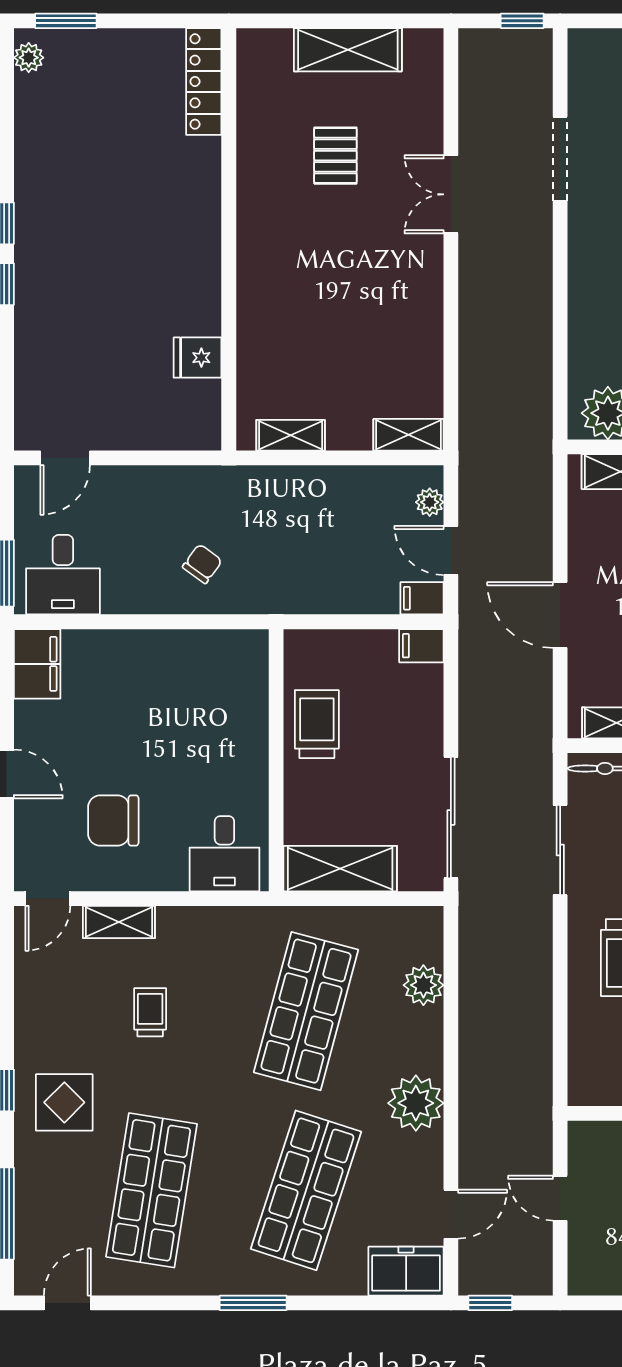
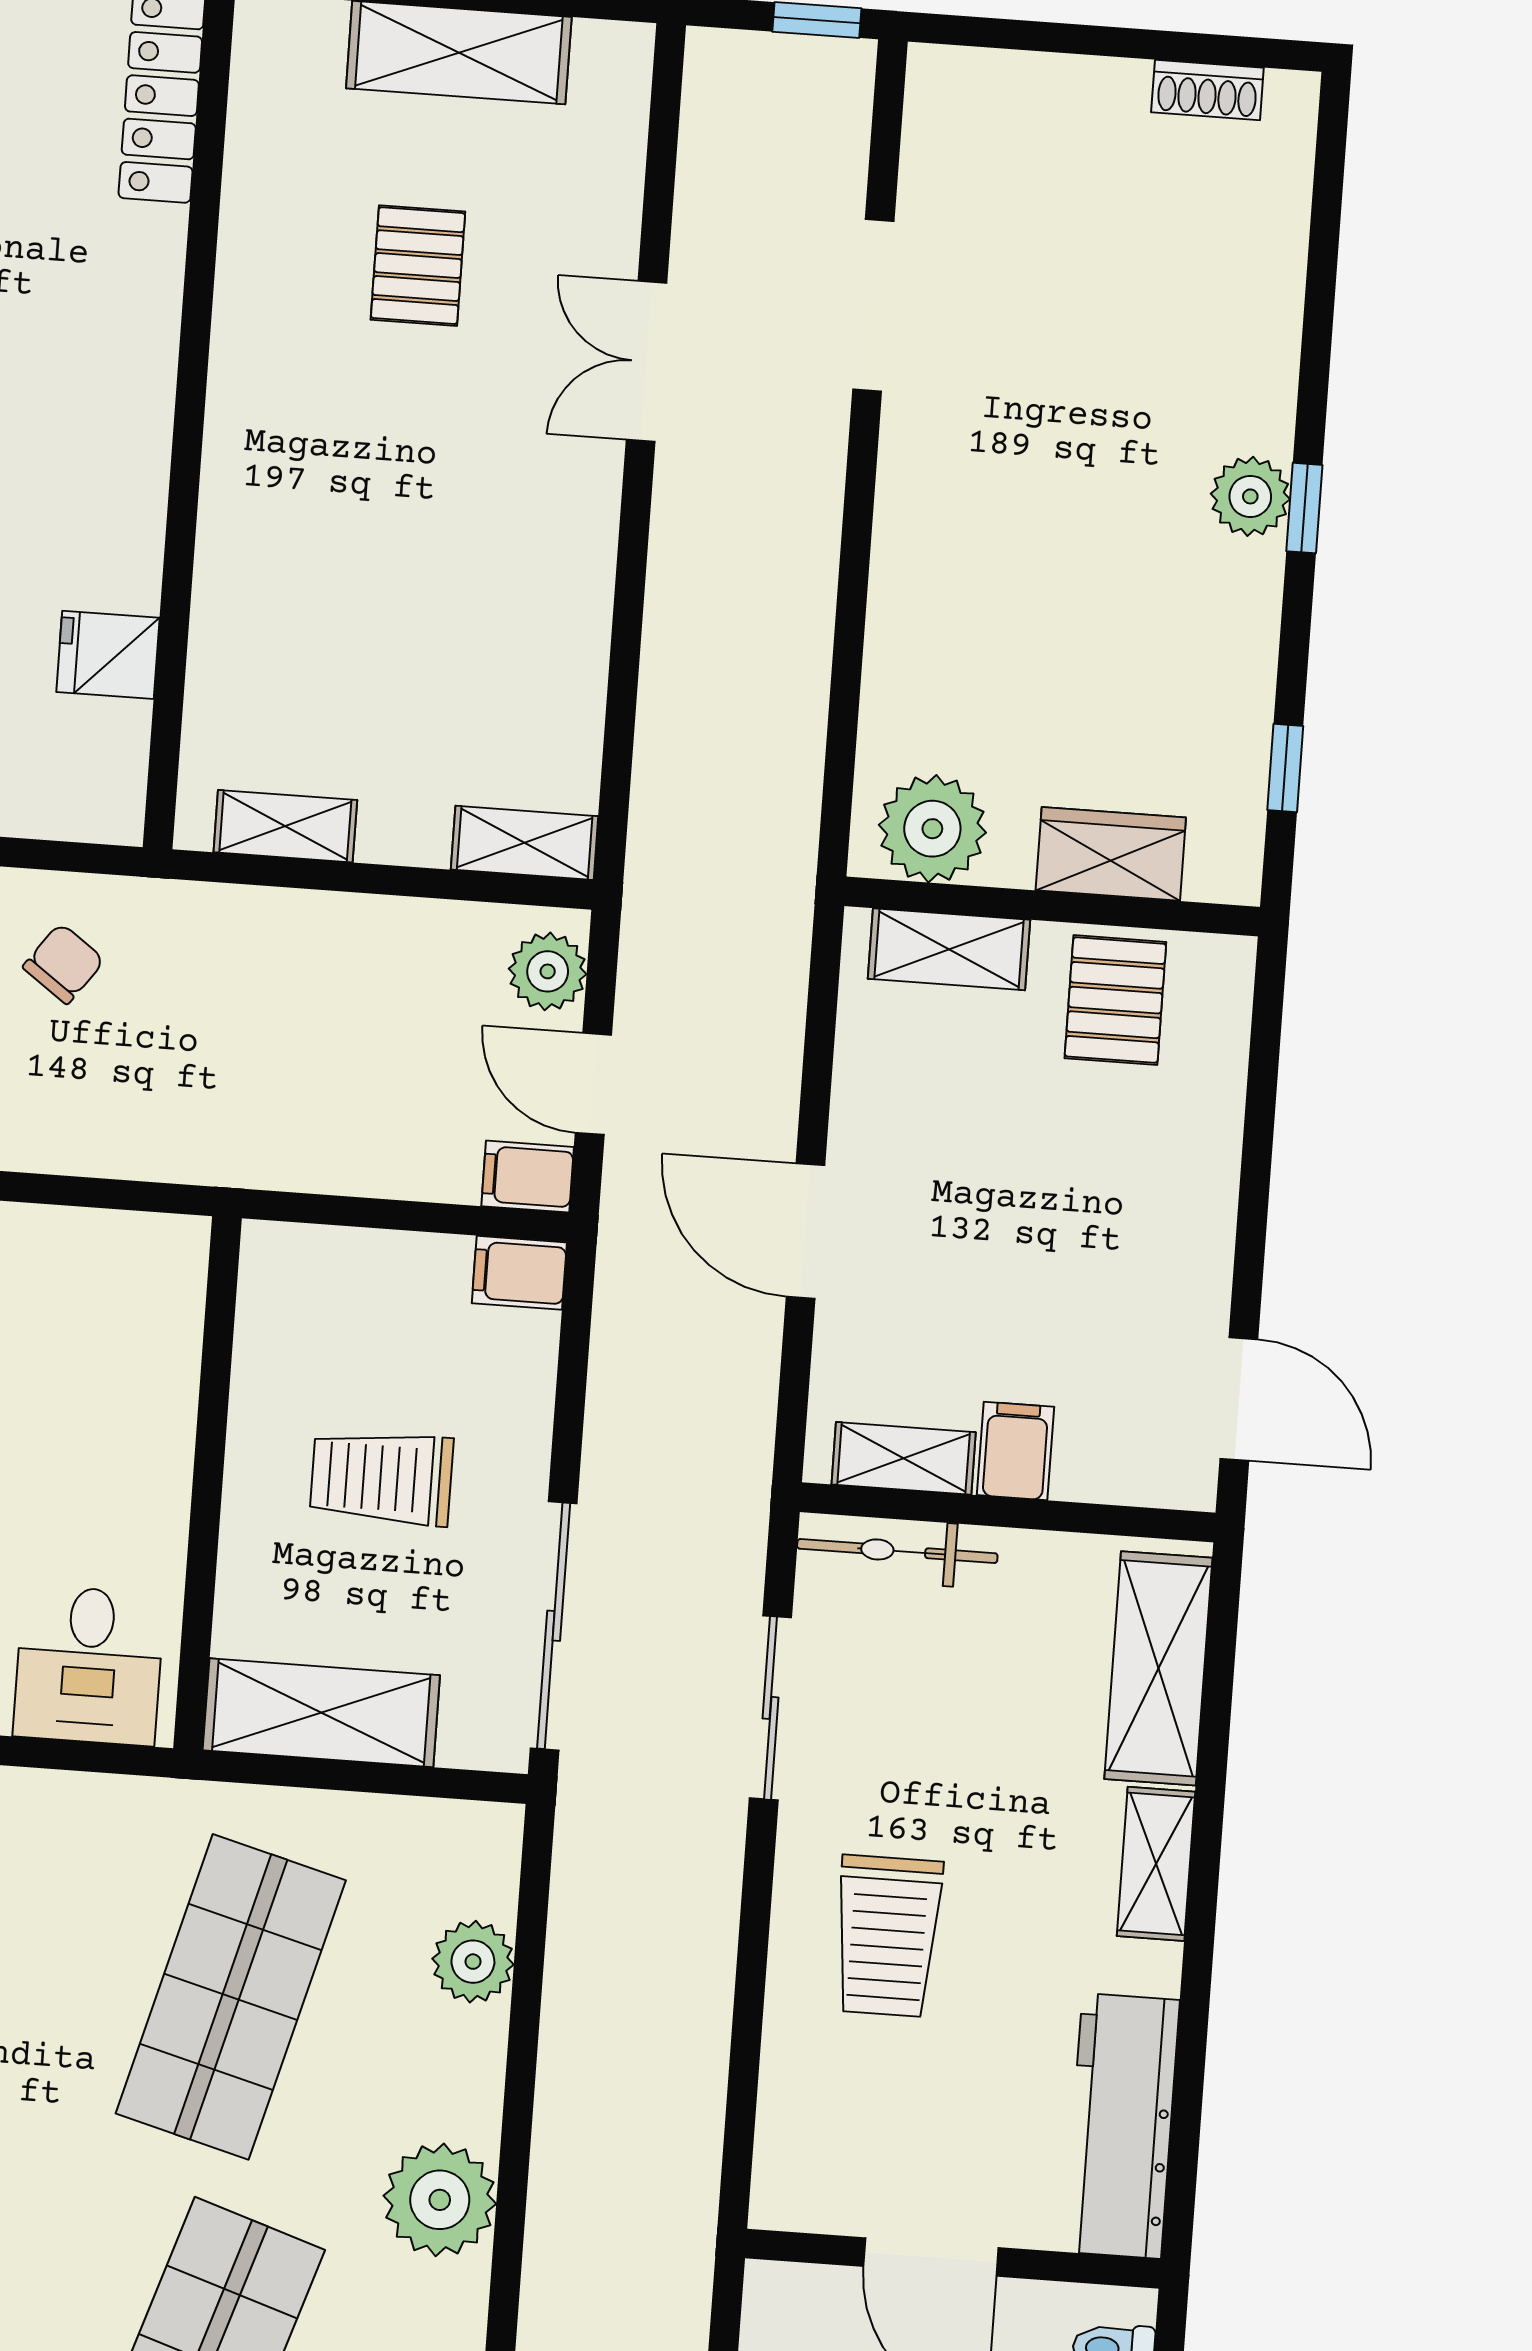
plant: (430, 502) -> (548, 971), width x1.38, depth x1.38
chair: (202, 564) -> (64, 964), moved
trolley: (317, 724) -> (382, 1478), moved, turned -90

